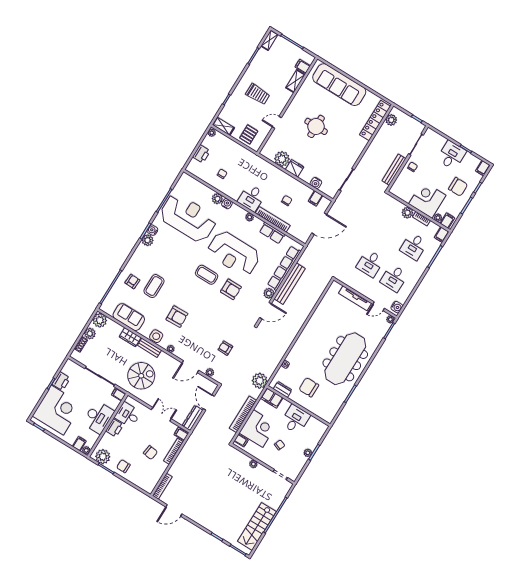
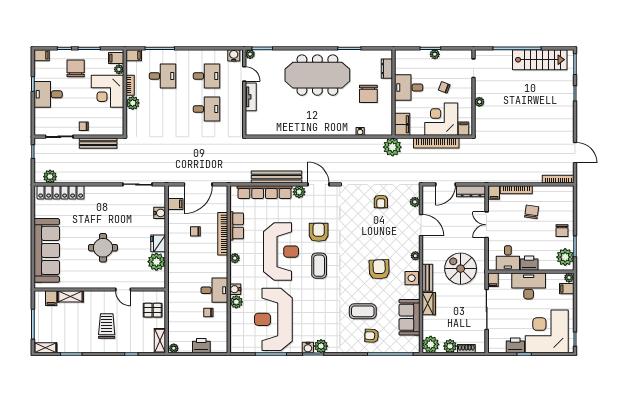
desk: (251, 198) -> (214, 290), moved
door: (319, 224) -> (198, 184), swing flipped
tv unit: (355, 298) -> (251, 97), width x0.71
dresser: (283, 389) -> (387, 69), moved

